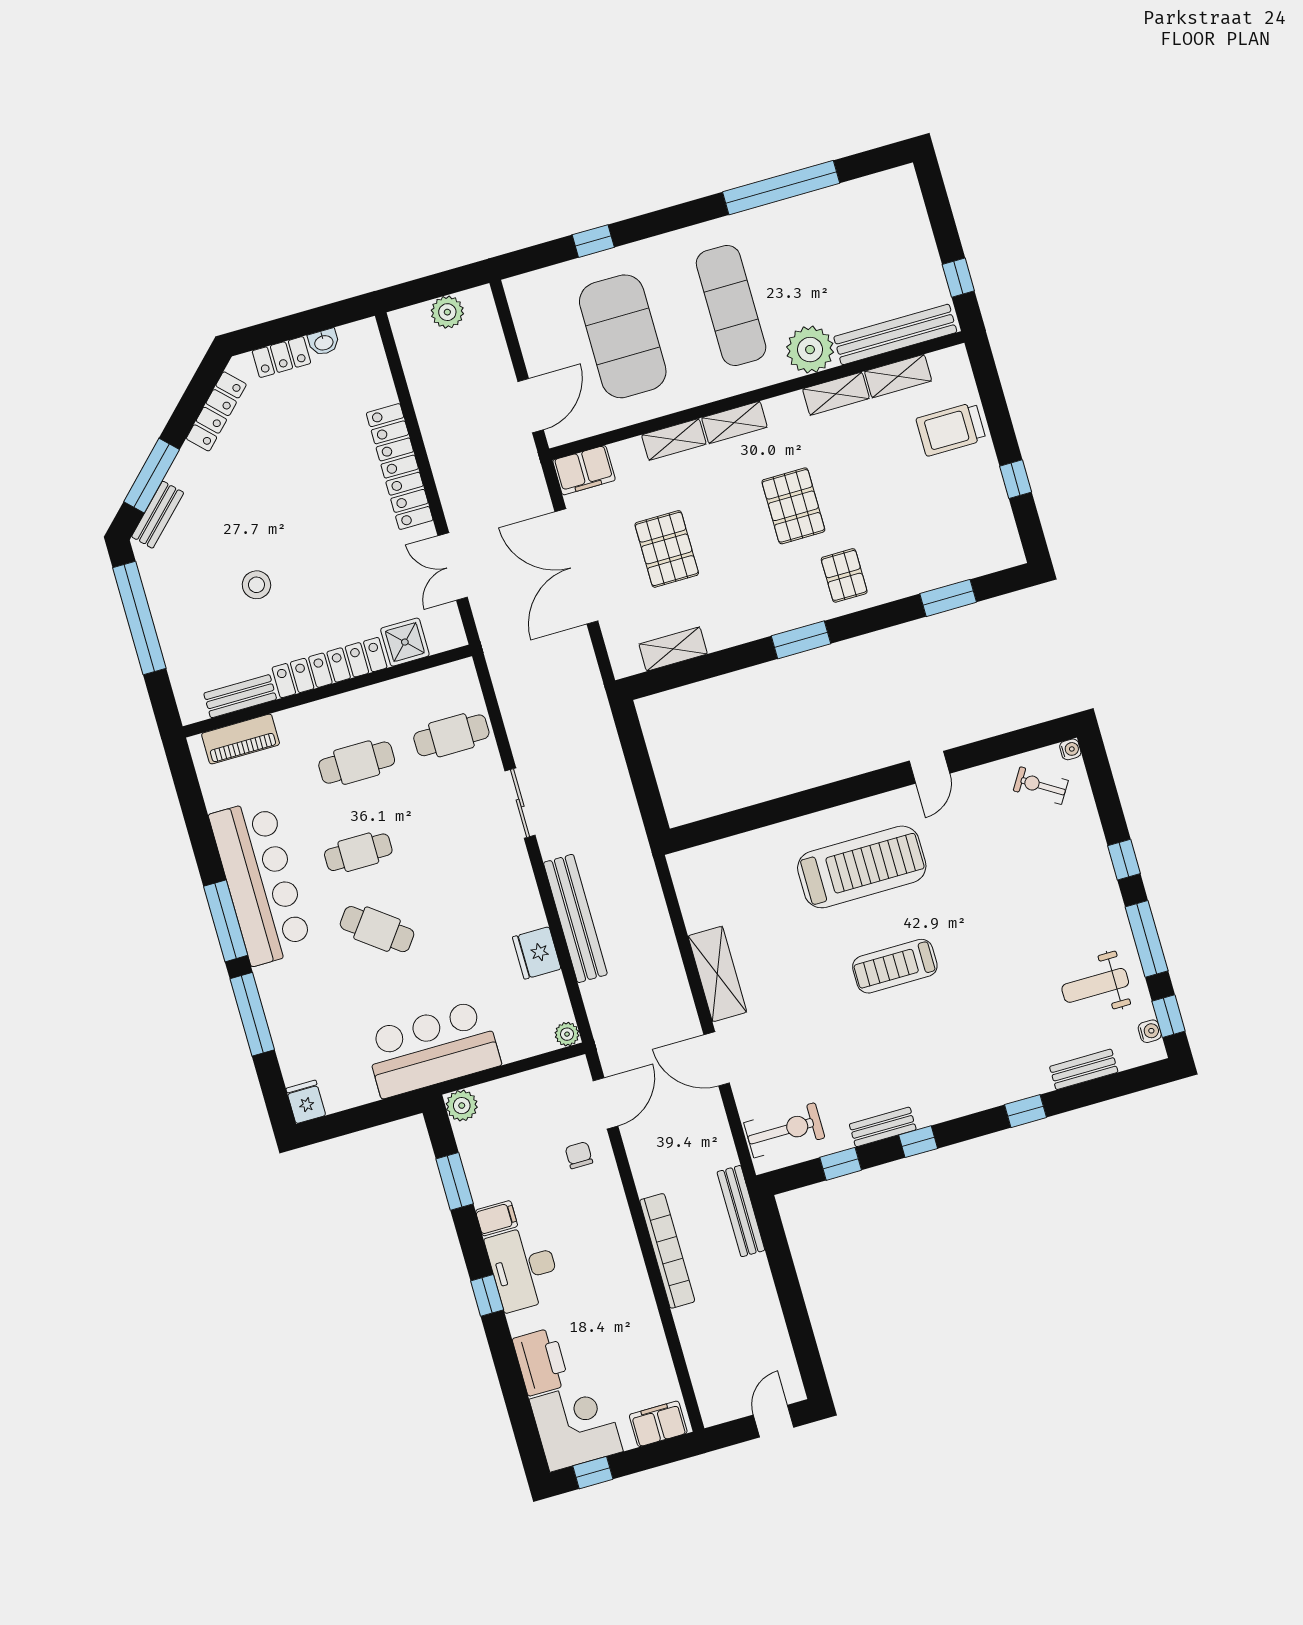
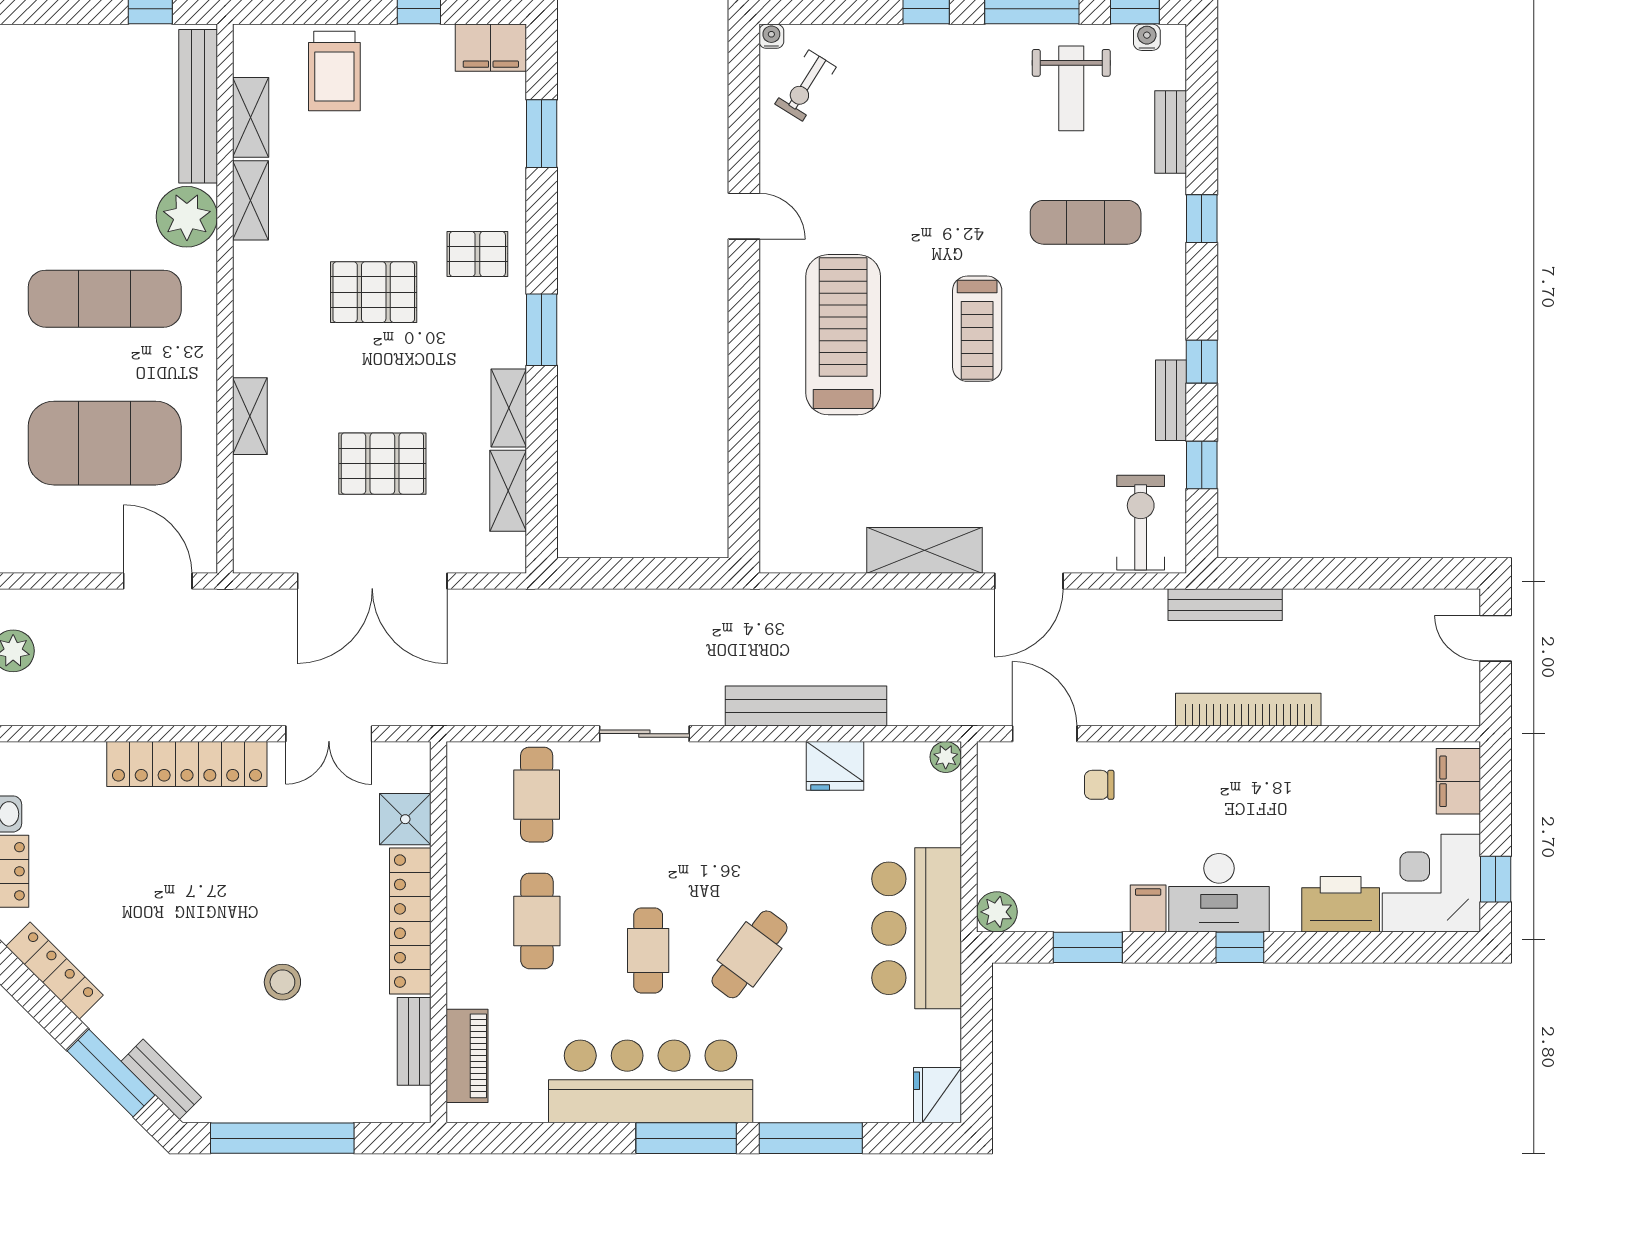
shelving: (734, 422) -> (509, 408), moved
filing cabinet: (584, 470) -> (491, 48), moved, turned 90
exercise mat: (998, 1025) -> (1086, 222), added
fridge: (306, 1102) -> (938, 1095), width x1.38

